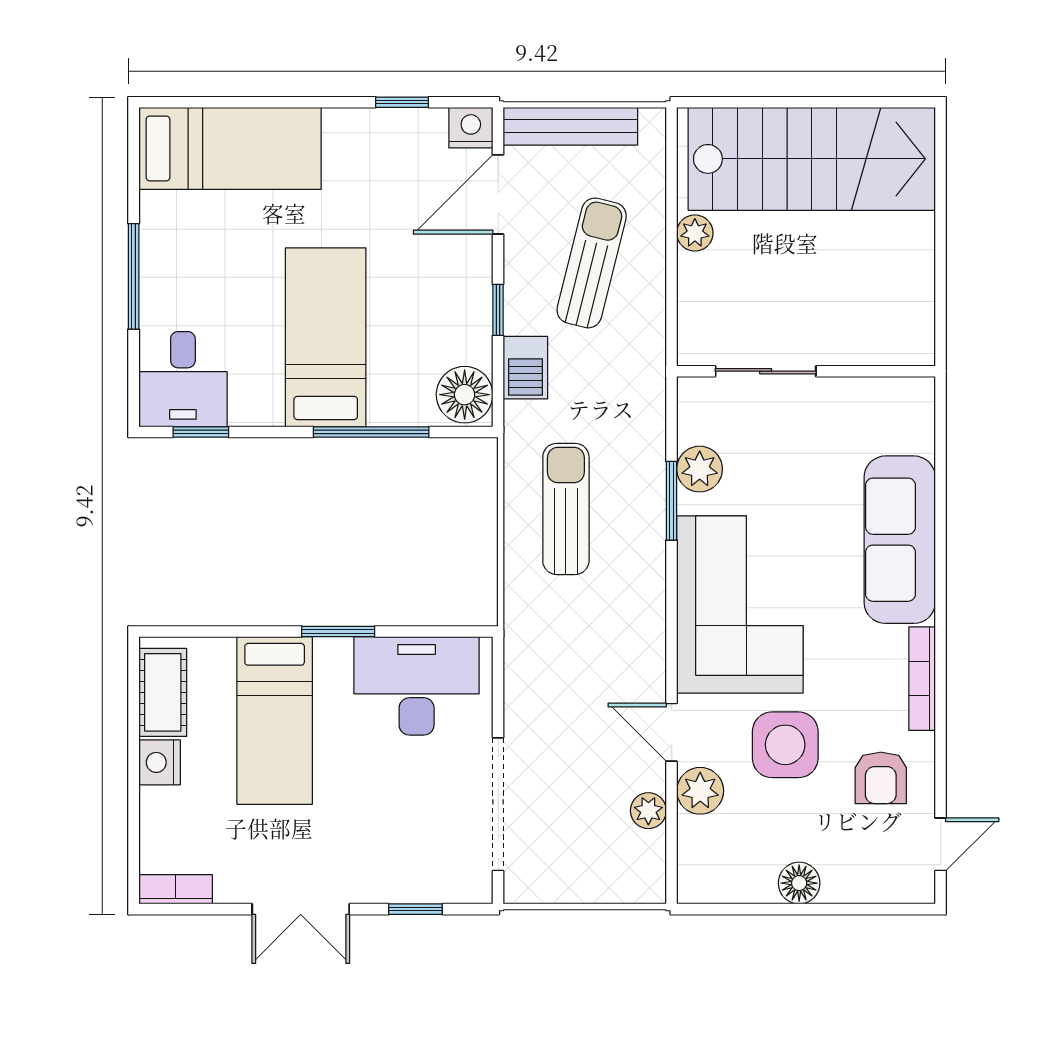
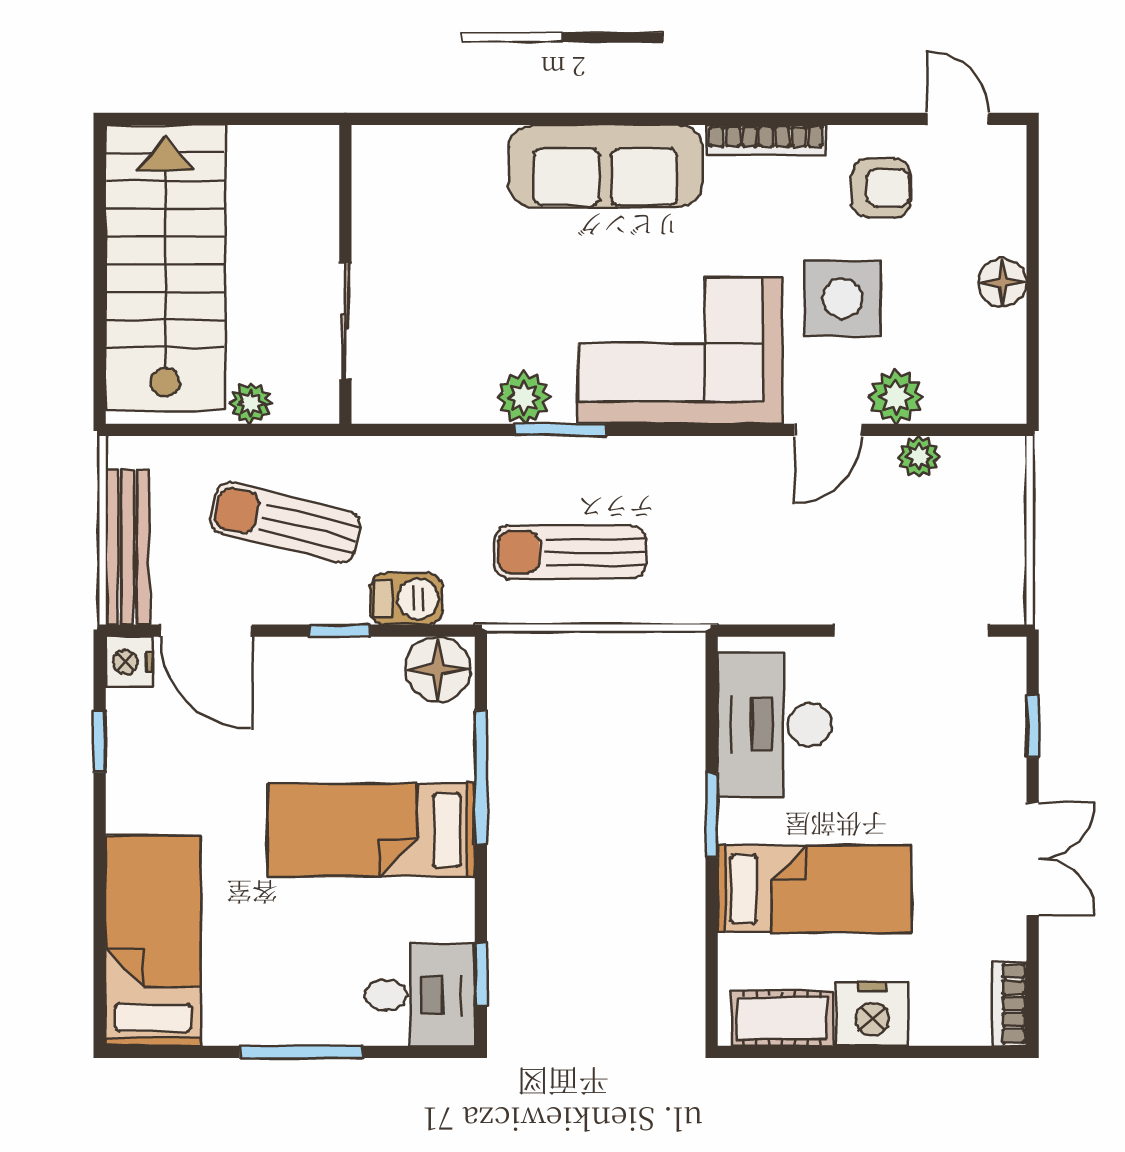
sliding door: (766, 371) -> (345, 321), moved
wall: (806, 371) -> (345, 274), moved
nightstand: (160, 762) -> (872, 1014), width x1.36, depth x1.33

